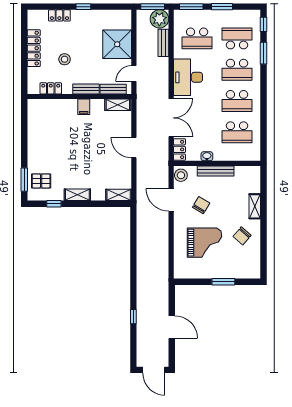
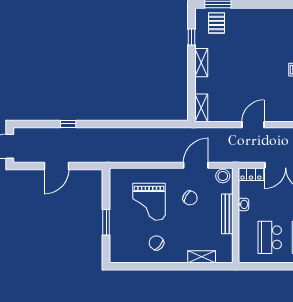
shelving: (255, 206) -> (202, 257), moved

